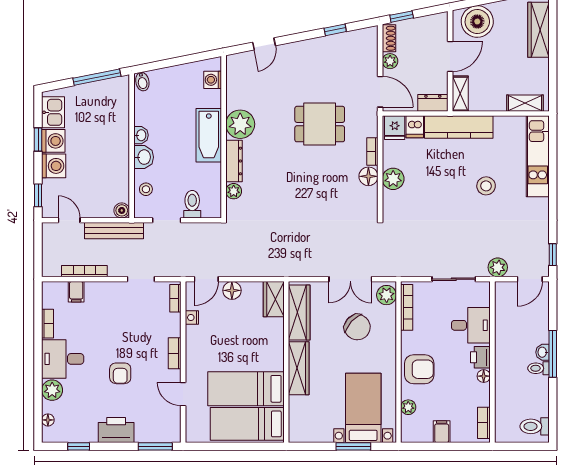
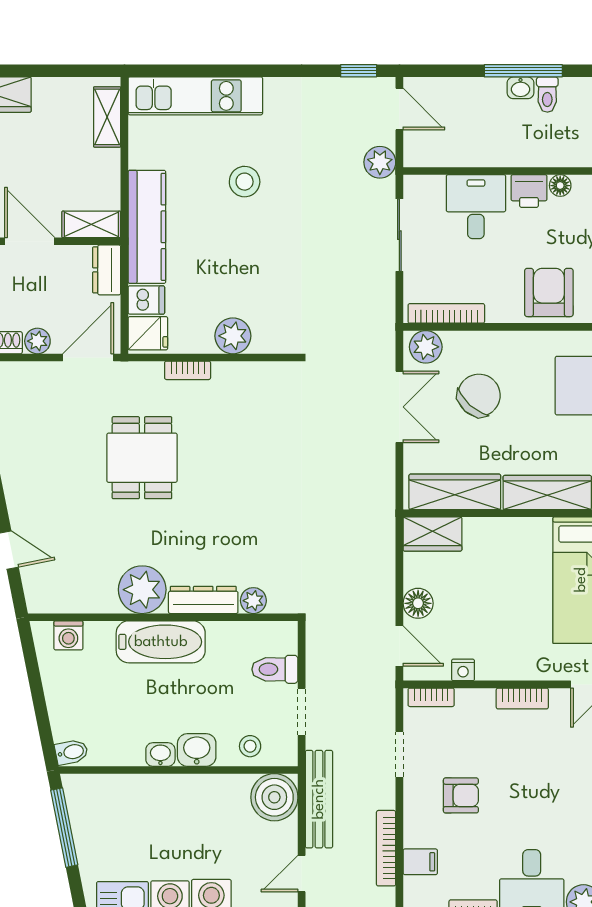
floor lamp: (368, 176) -> (229, 377), removed
boiler: (122, 210) -> (274, 797), width x1.86, depth x1.86
armchair: (120, 373) -> (461, 795), moved

